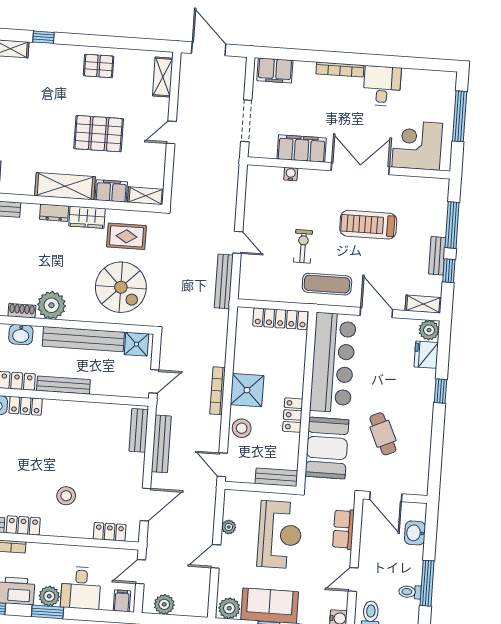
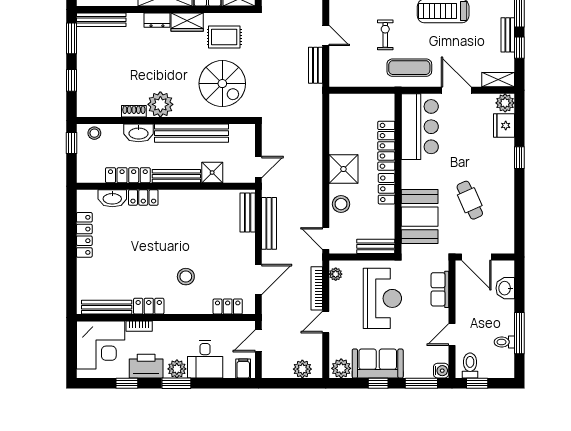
bench: (224, 281) -> (315, 65), width x0.73
locker: (280, 319) -> (386, 146), moved, turned 90
washbasin: (21, 335) -> (139, 133), width x1.38
shower: (136, 344) -> (212, 173), moved
bar counter: (333, 363) -> (420, 127), width x0.73
bookcase: (218, 391) -> (317, 288), moved
plant: (229, 527) -> (336, 274), moved
plant: (164, 604) -> (302, 369), moved

